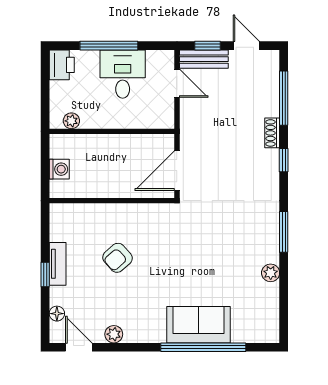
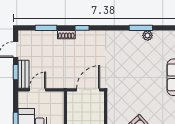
window: (284, 98) -> (46, 28), width x0.69
door: (177, 171) -> (88, 90), swing flipped
window: (284, 232) -> (141, 28), moved

